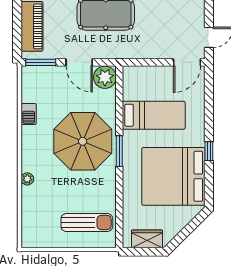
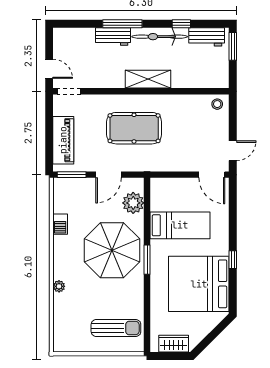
door: (79, 62) -> (109, 175), hinge flipped
door: (187, 62) -> (212, 175), hinge flipped
plant: (105, 77) -> (133, 203), moved

